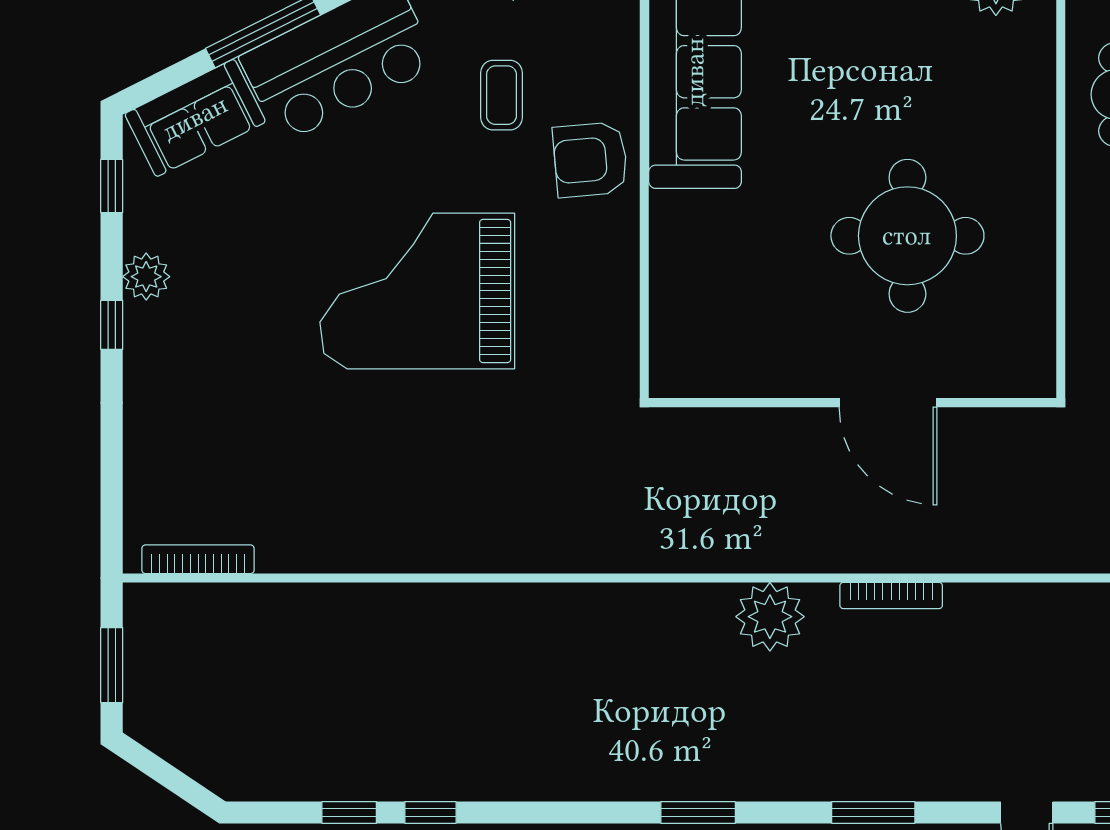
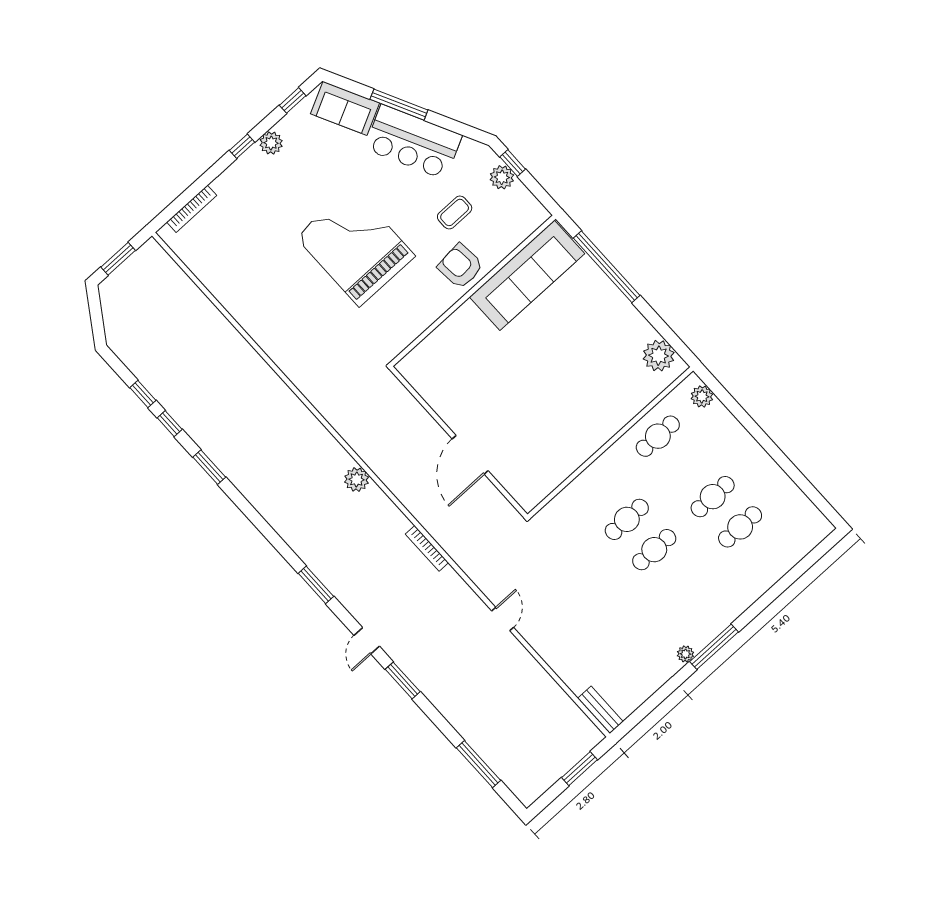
round table: (907, 236) -> (537, 407), removed
bookcase: (198, 559) -> (192, 209), moved, turned 90
bookcase: (891, 596) -> (427, 548), moved
plant: (770, 617) -> (357, 480), width x0.73, depth x0.73
window: (698, 813) -> (209, 467), moved

